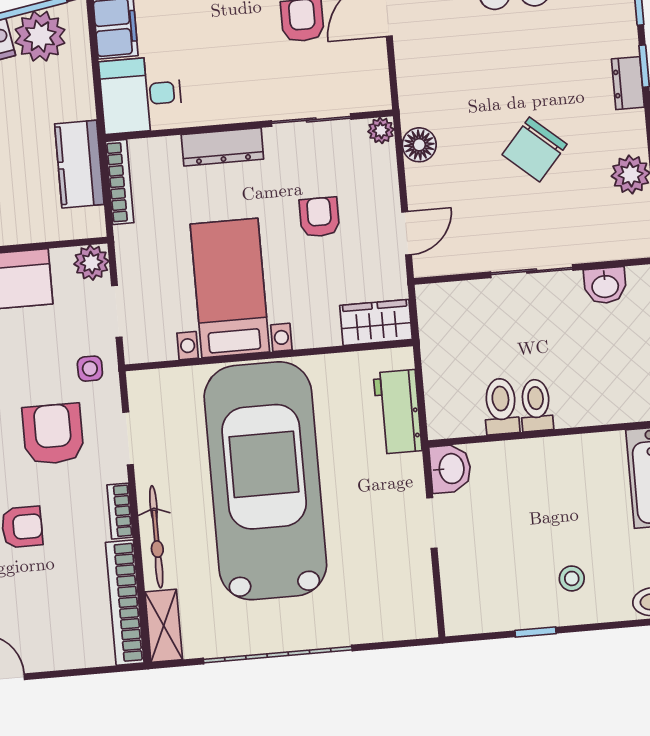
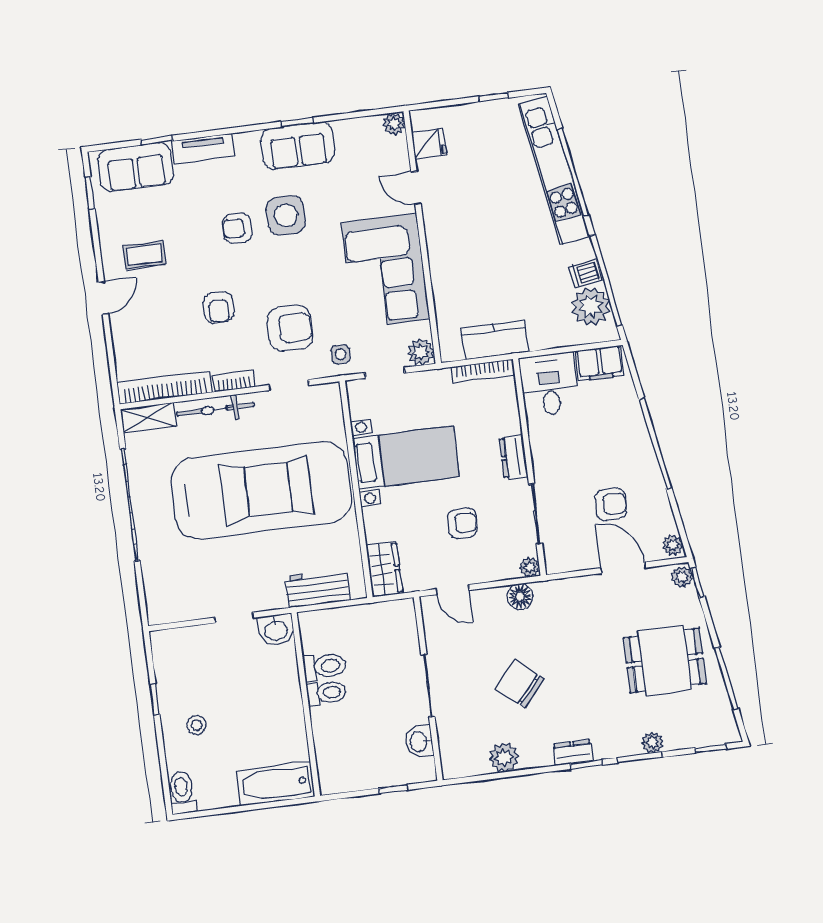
dresser: (222, 147) -> (514, 457), width x0.70

